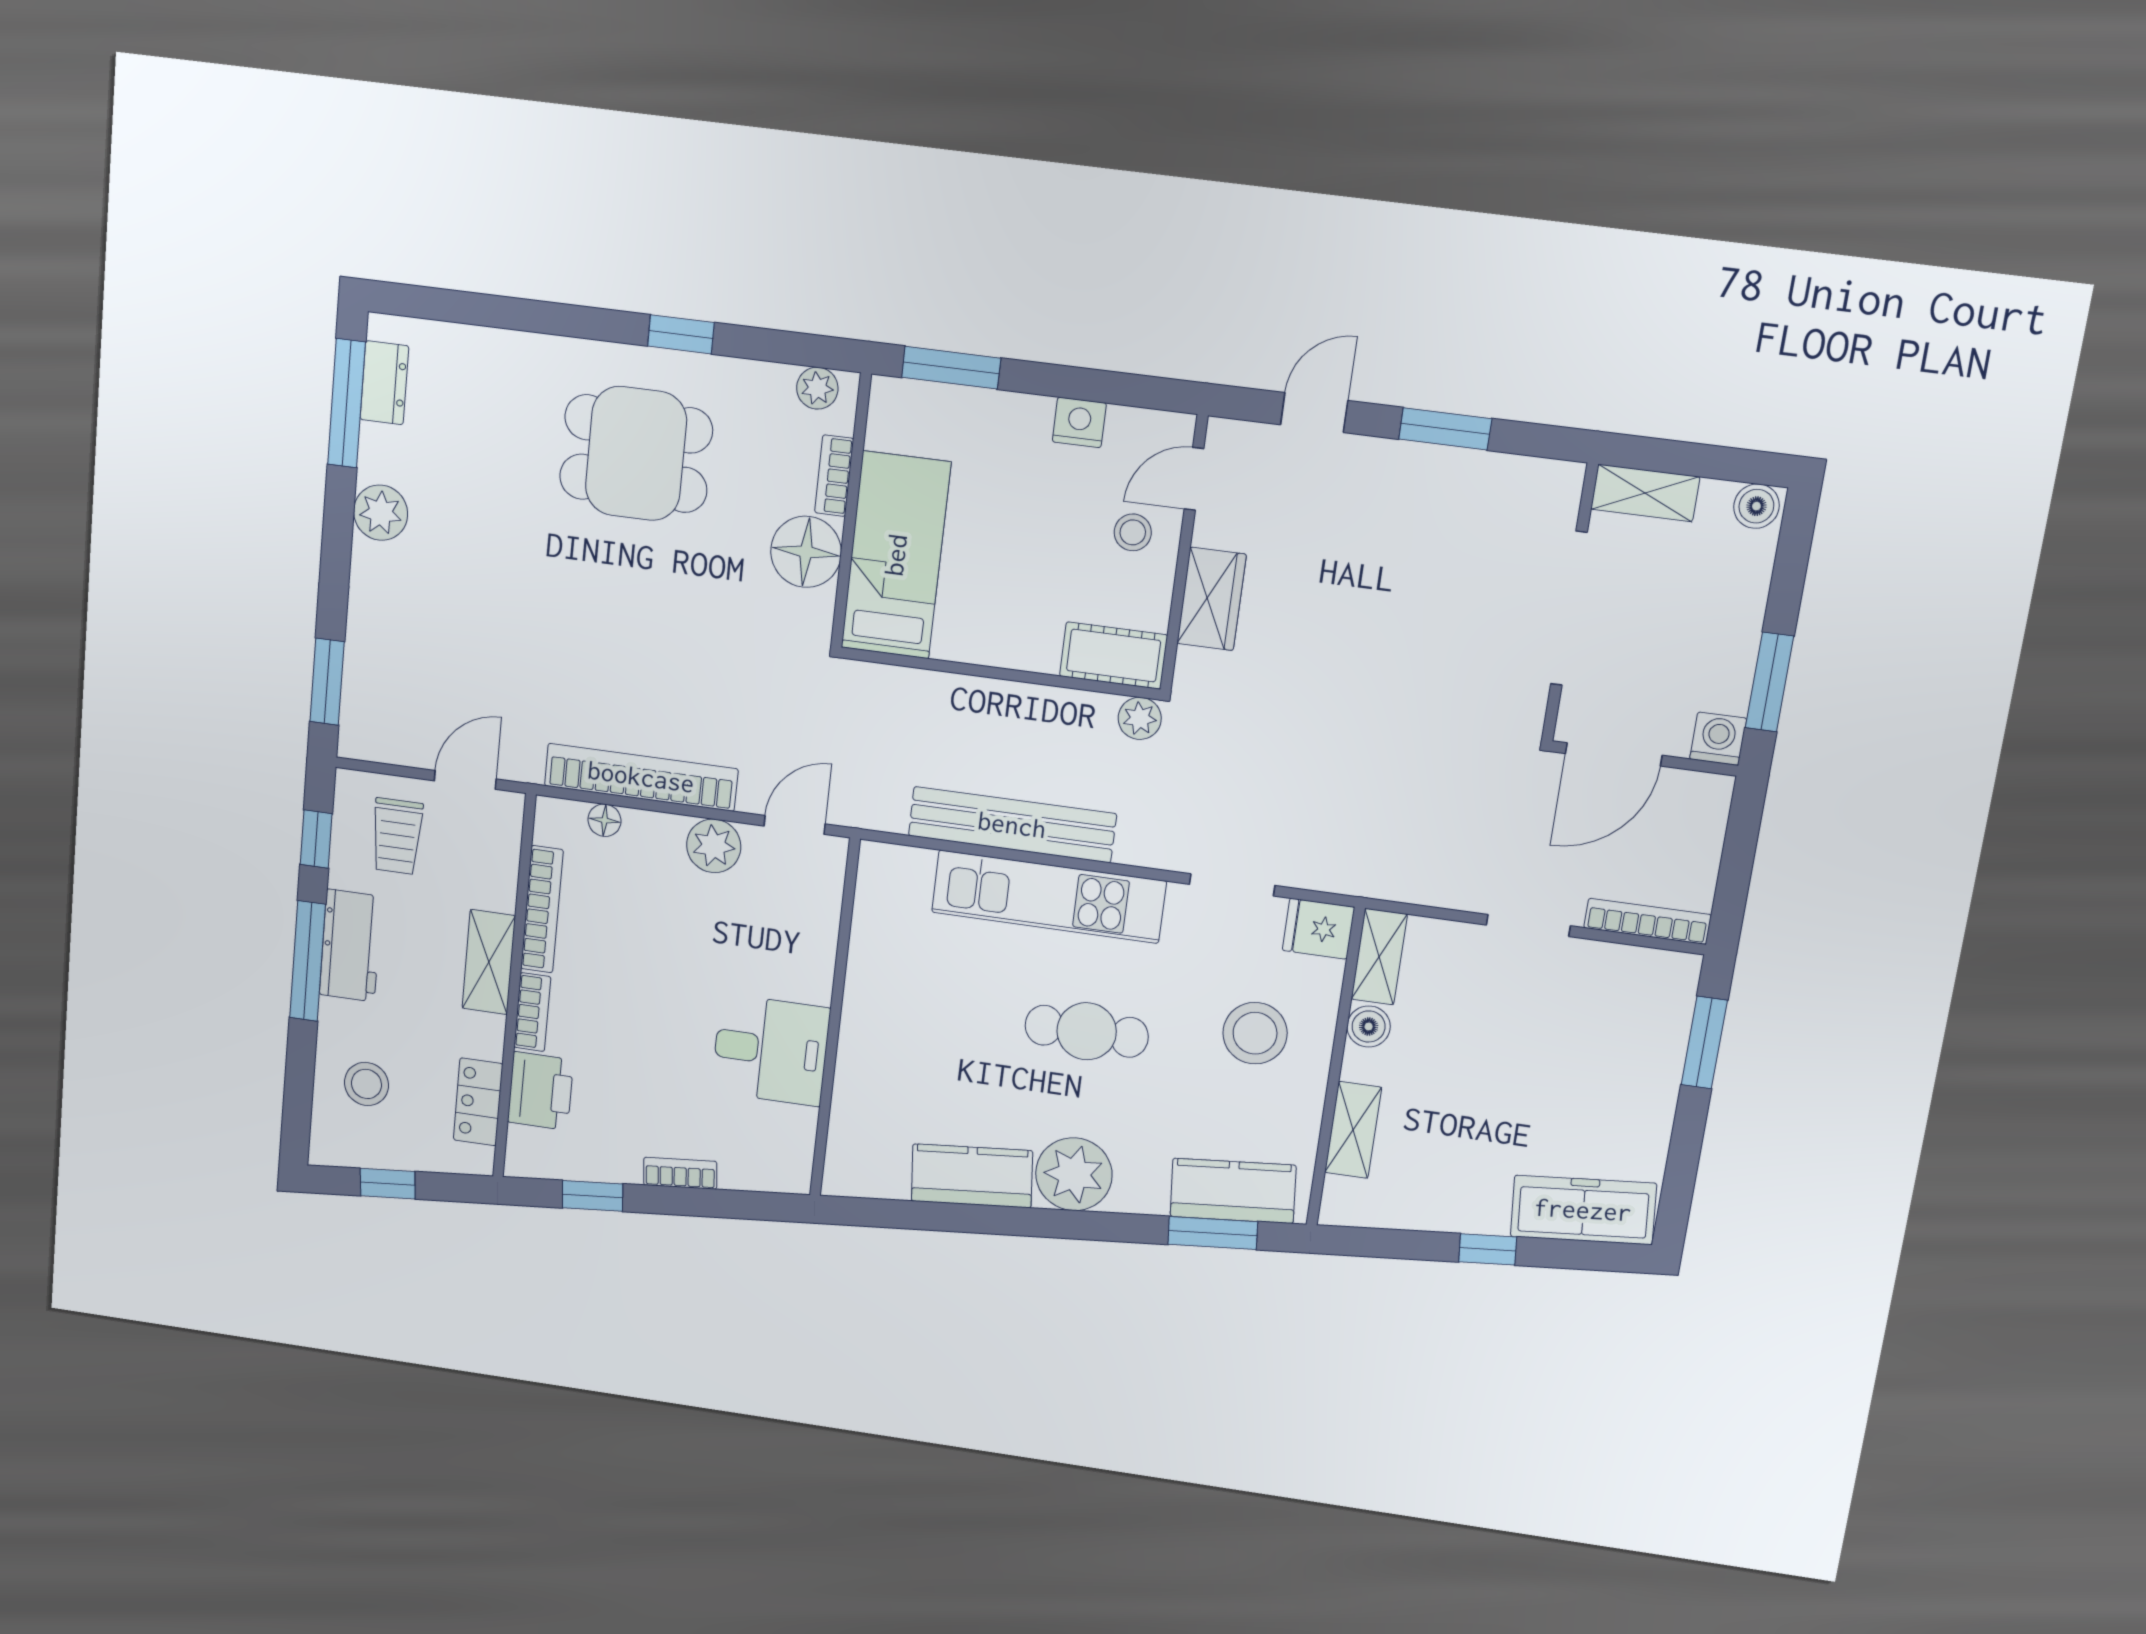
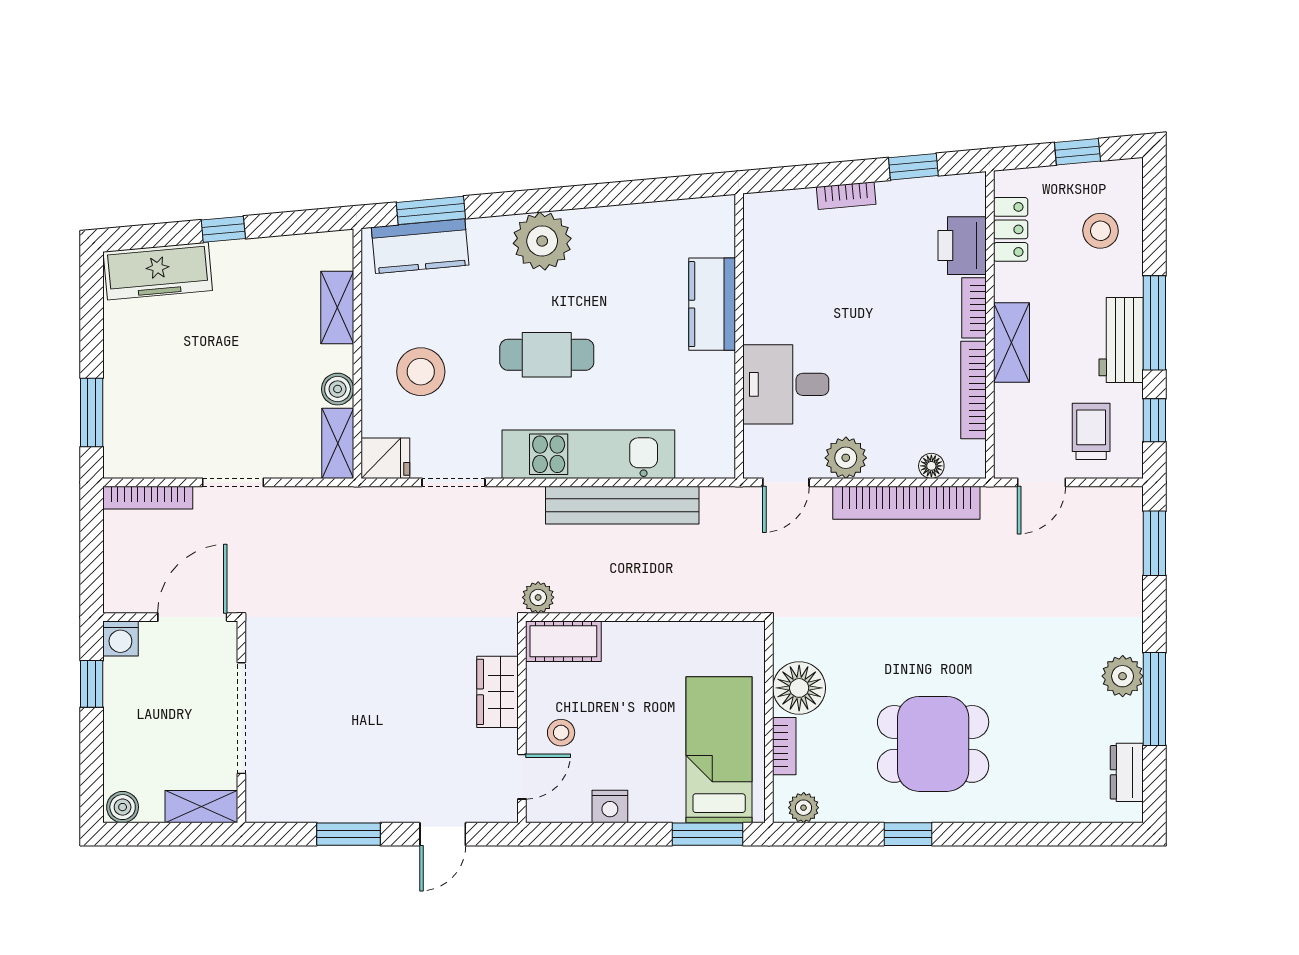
window: (347, 403) -> (1154, 699), moved
bed: (896, 555) -> (719, 750), moved, turned 180
window: (1769, 682) -> (92, 684), width x0.67
desk: (771, 1050) -> (786, 384), moved
kitchen counter: (972, 1176) -> (712, 304), moved, turned 95

